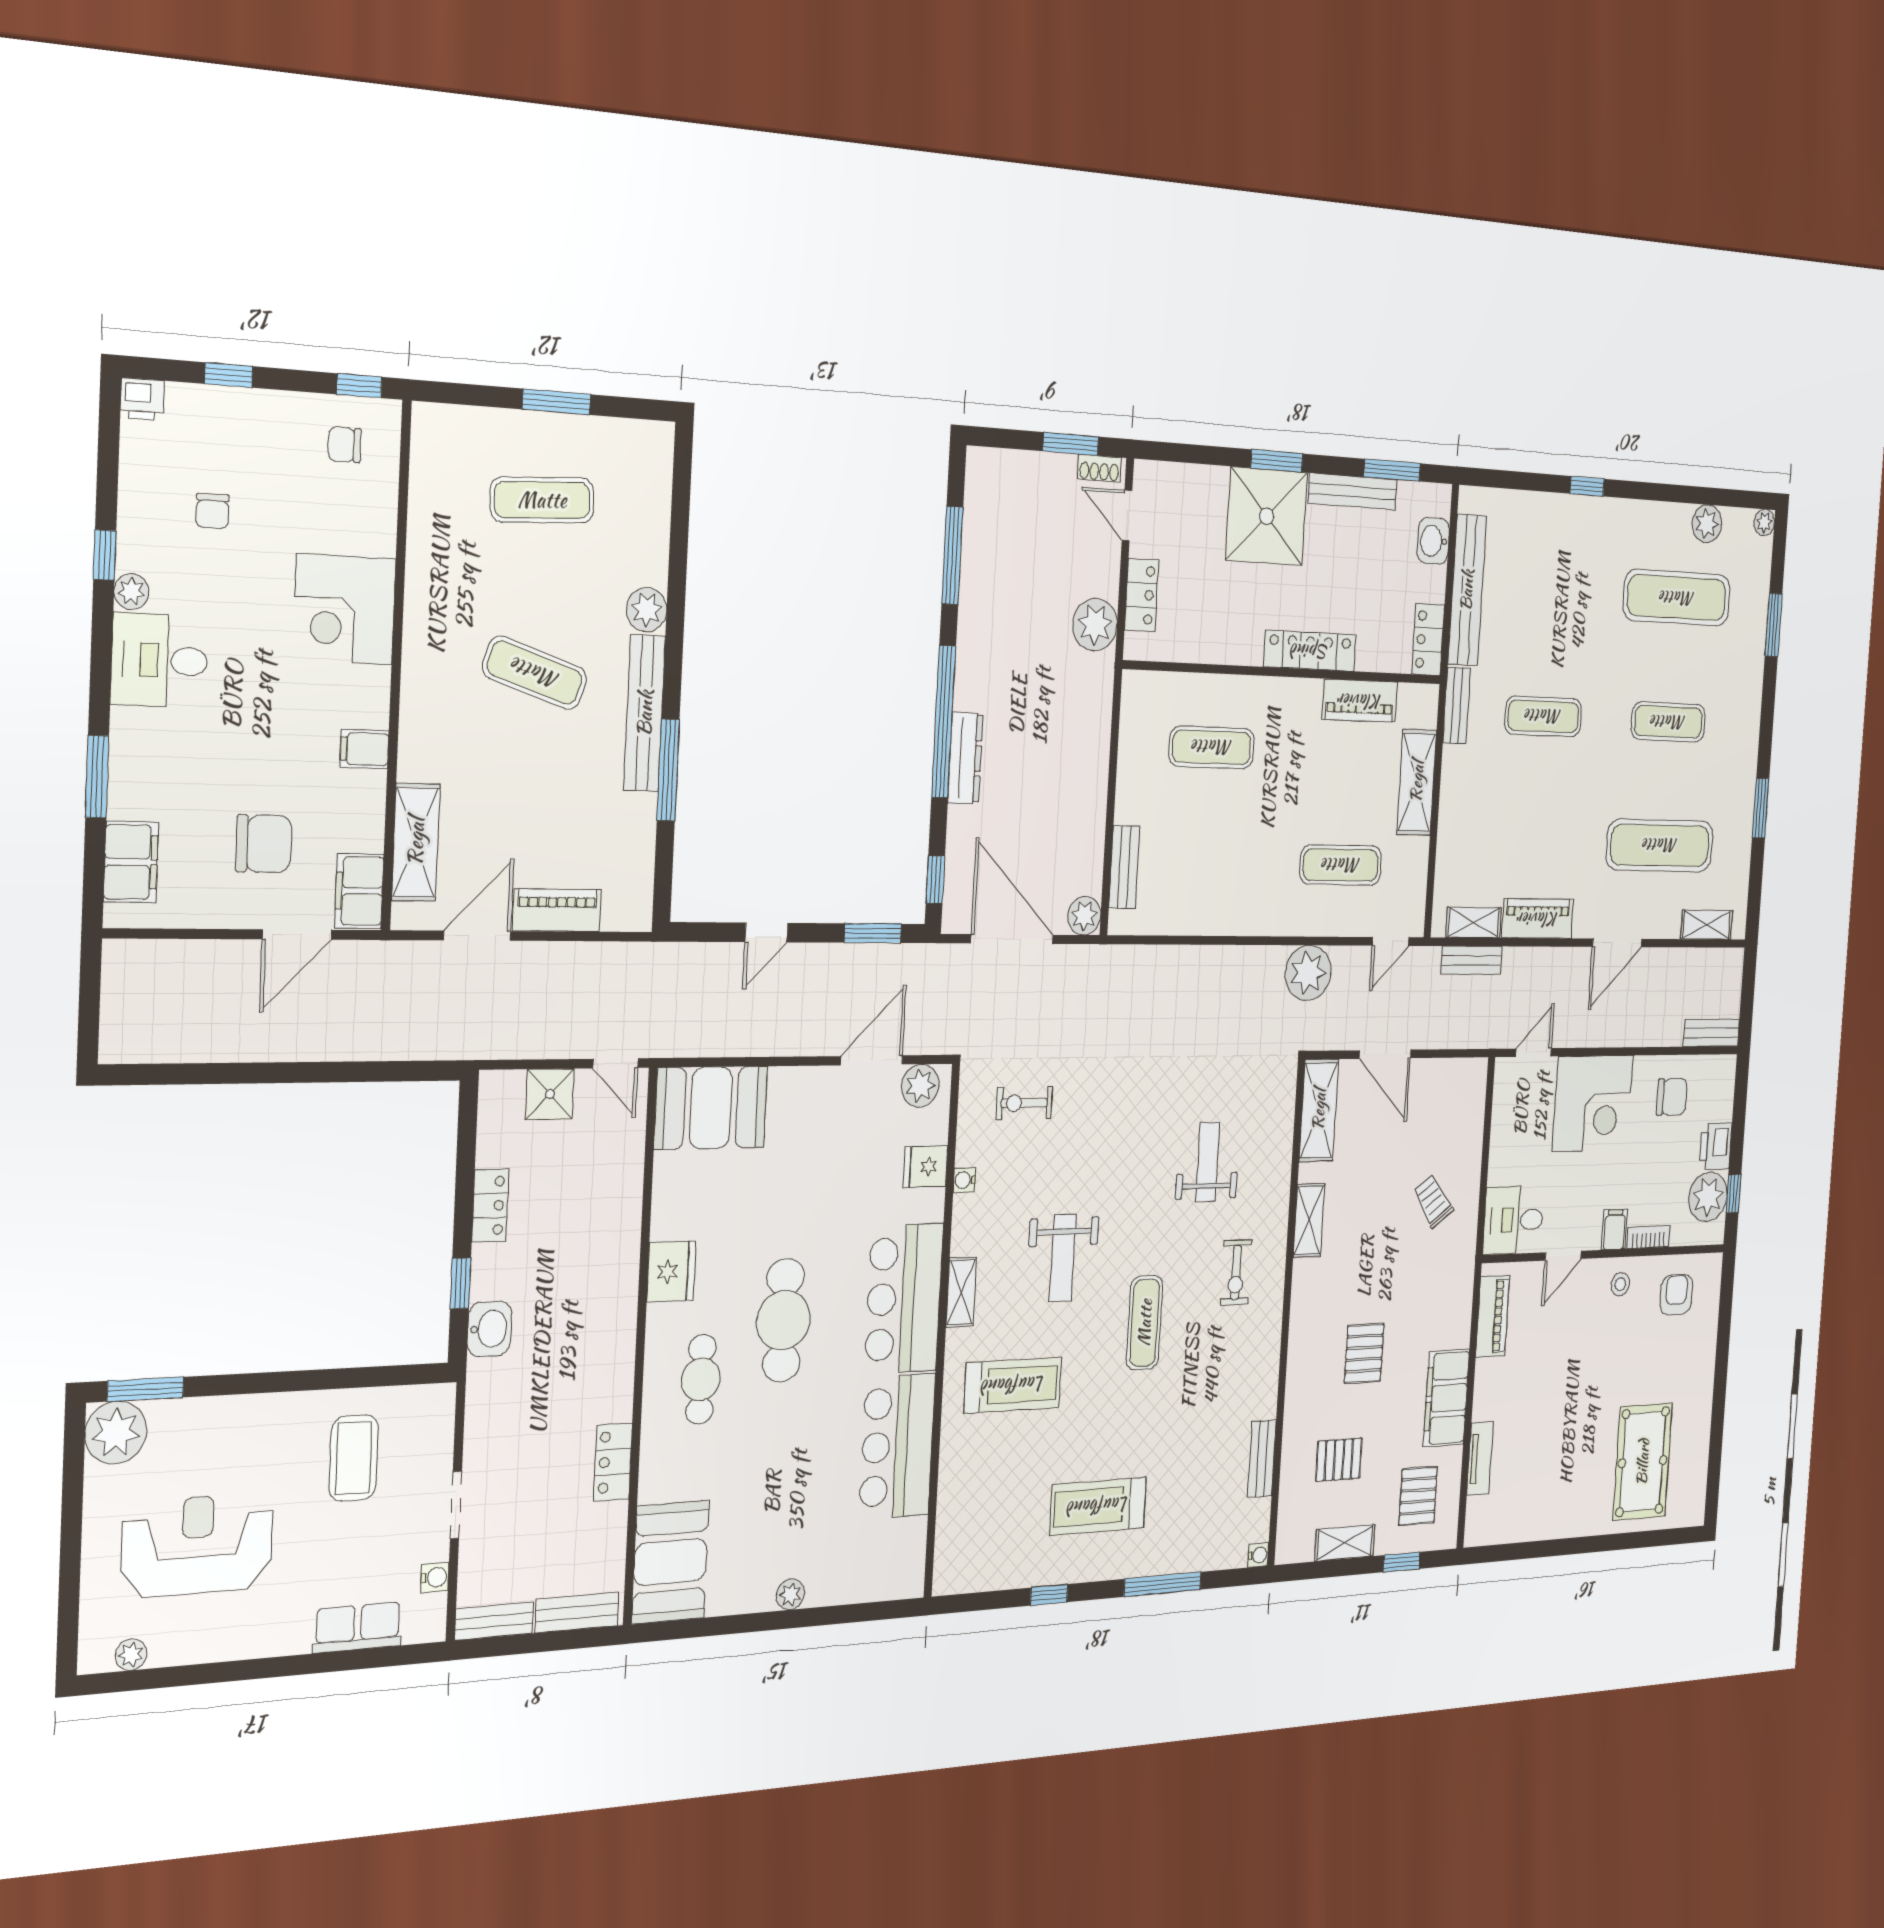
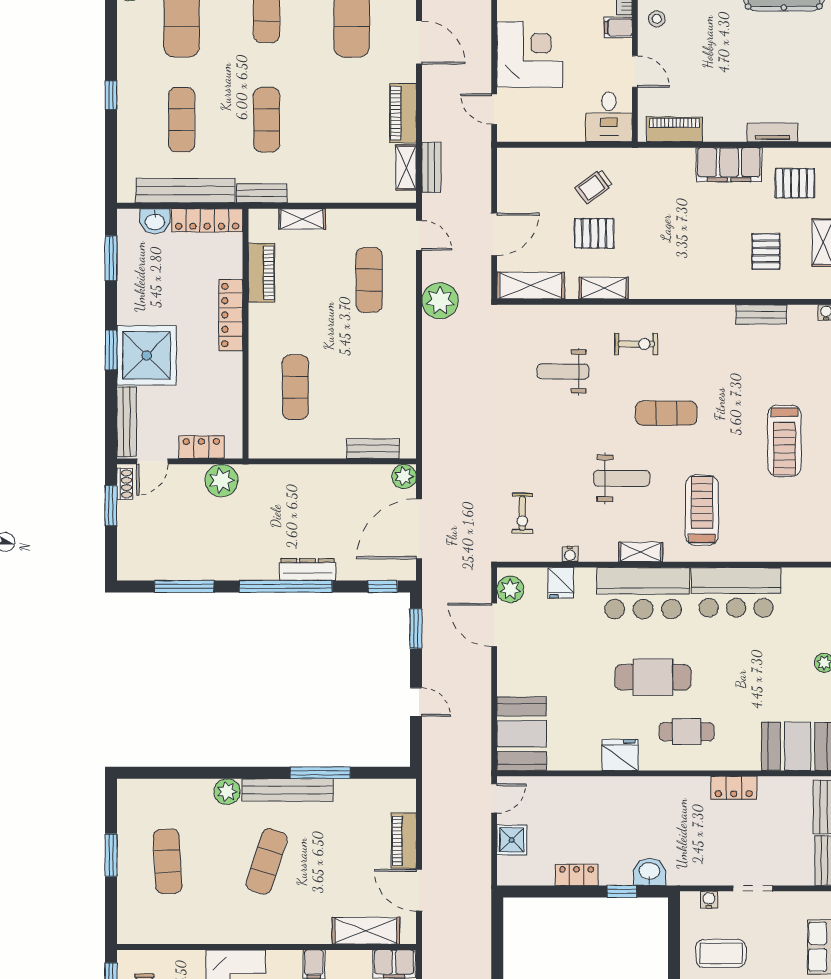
bench: (1353, 491) -> (127, 422), moved
exercise mat: (1552, 590) -> (182, 120), added
locker: (1428, 640) -> (207, 220), width x1.53
shelving: (1417, 782) -> (302, 219), width x0.67, depth x0.75
pallet: (1364, 1353) -> (594, 233), moved
water cooler: (435, 1577) -> (709, 900), moved

